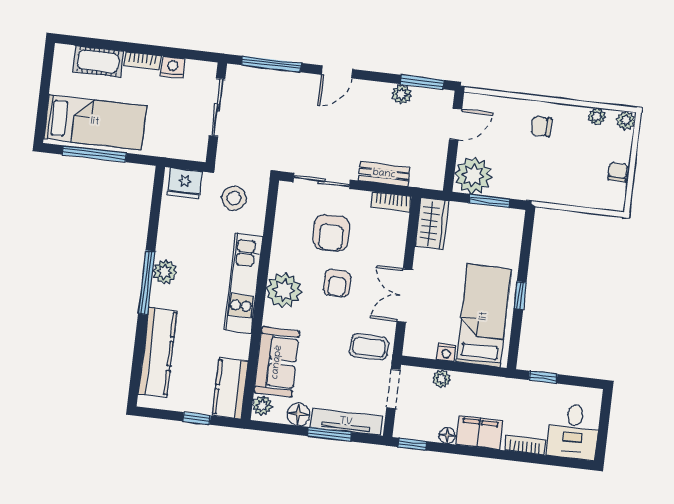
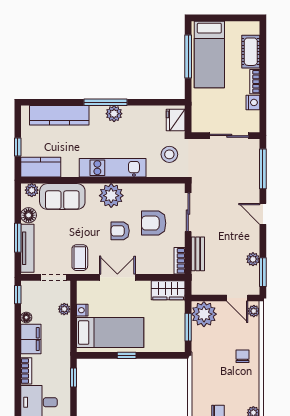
plant: (597, 116) -> (254, 311), moved

